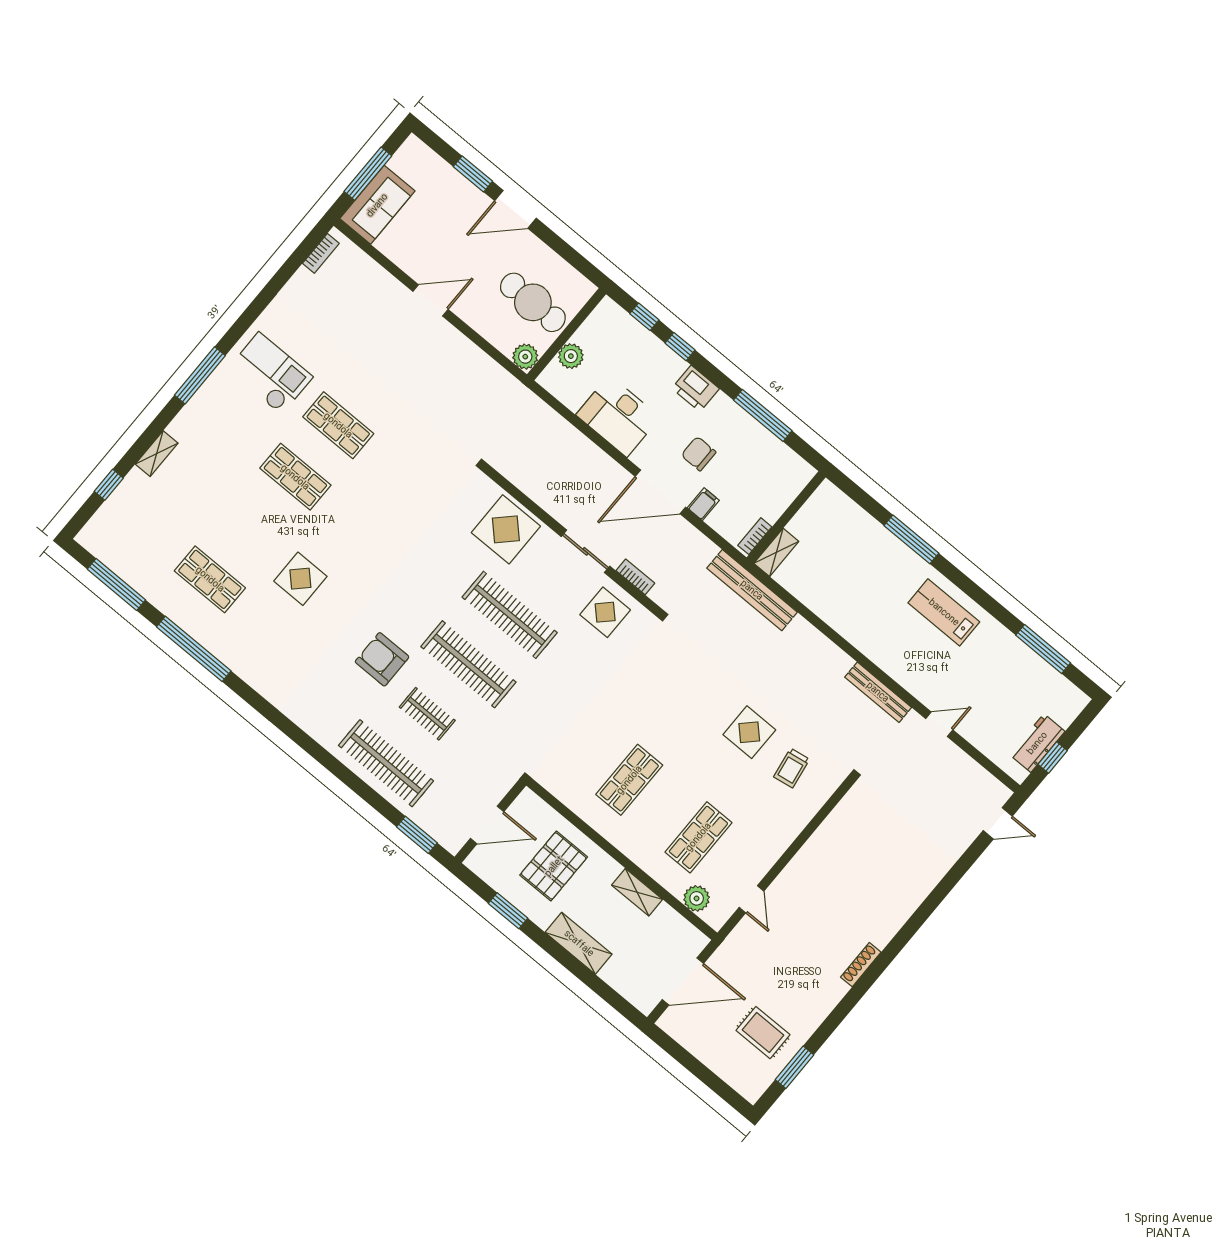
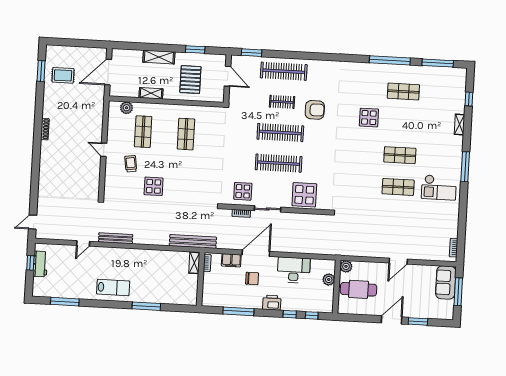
filing cabinet: (703, 504) -> (231, 260), width x2.00
trolley: (792, 768) -> (131, 164), moved
door: (487, 825) -> (228, 76), swing flipped
door: (751, 899) -> (104, 150), moved

